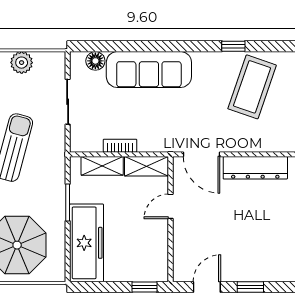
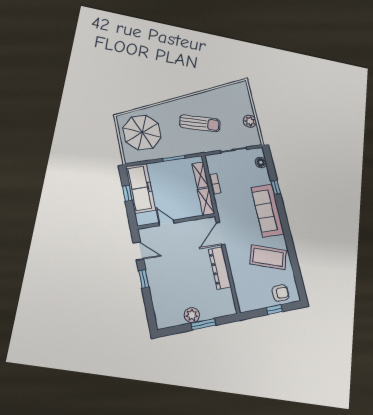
window: (233, 46) -> (276, 187), moved
sofa: (149, 70) -> (267, 211), moved
door: (171, 206) -> (167, 223), moved
freezer: (87, 243) -> (140, 188), moved, turned -90
window: (145, 287) -> (127, 193), moved

